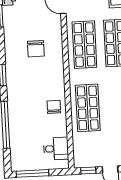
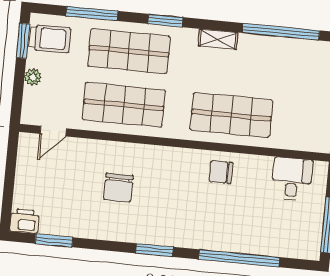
chair: (36, 49) -> (118, 188), turned 90

